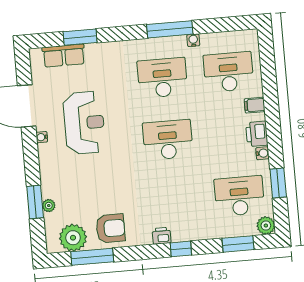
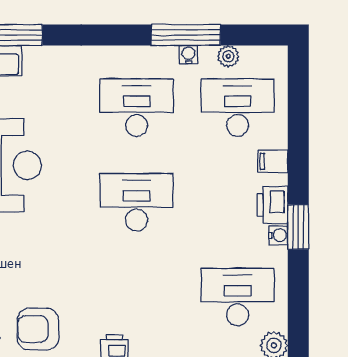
window: (170, 29) -> (186, 35), moved
plant: (219, 39) -> (228, 56), added
window: (278, 183) -> (298, 227), moved
armchair: (110, 228) -> (38, 329), turned 180

